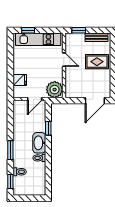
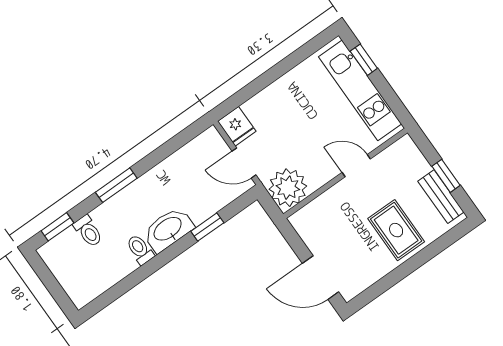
window: (79, 30) -> (446, 176), moved
door: (64, 60) -> (356, 166), swing flipped
fridge: (20, 80) -> (237, 126), moved

